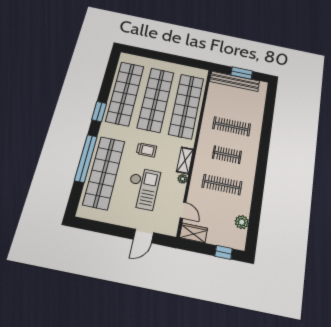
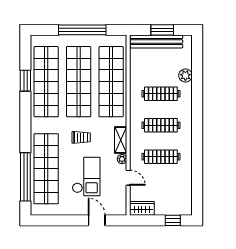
window: (169, 58) -> (82, 30), added
window: (99, 112) -> (25, 81), moved
clothes rail: (227, 155) -> (161, 125), width x1.36
window: (86, 158) -> (25, 177), moved
door: (183, 210) -> (128, 178), moved
plant: (242, 222) -> (185, 75), moved
door: (143, 236) -> (97, 220), swing flipped

